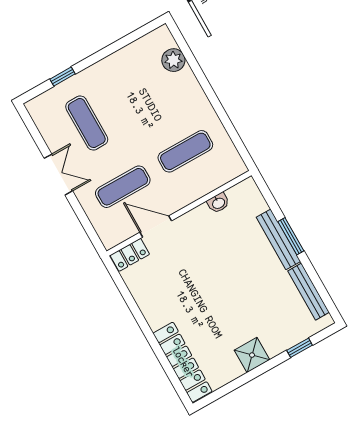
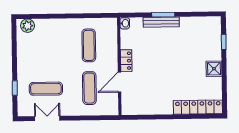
plant: (173, 60) -> (28, 26), moved
double door: (58, 175) -> (47, 118), moved
washbasin: (218, 203) -> (125, 23), moved
locker: (130, 255) -> (126, 61), moved
bench: (308, 292) -> (197, 21), removed

